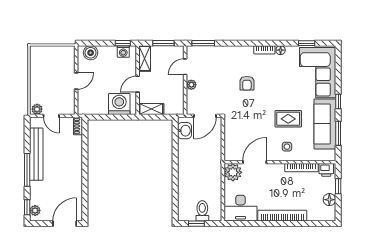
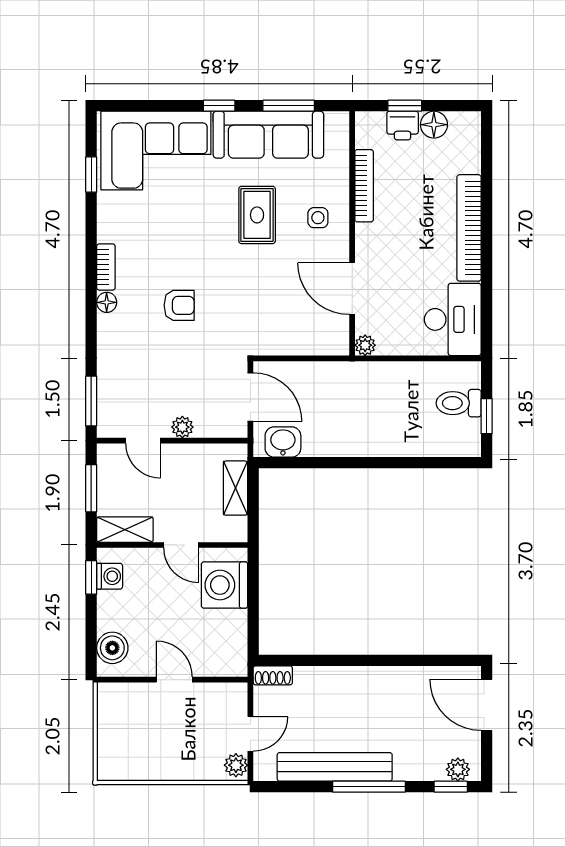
floor lamp: (281, 50) -> (107, 302), moved
shelving: (151, 109) -> (235, 488), moved
printer: (326, 170) -> (403, 125), moved, turned 90
plant: (233, 172) -> (365, 345), width x0.53, depth x0.53

